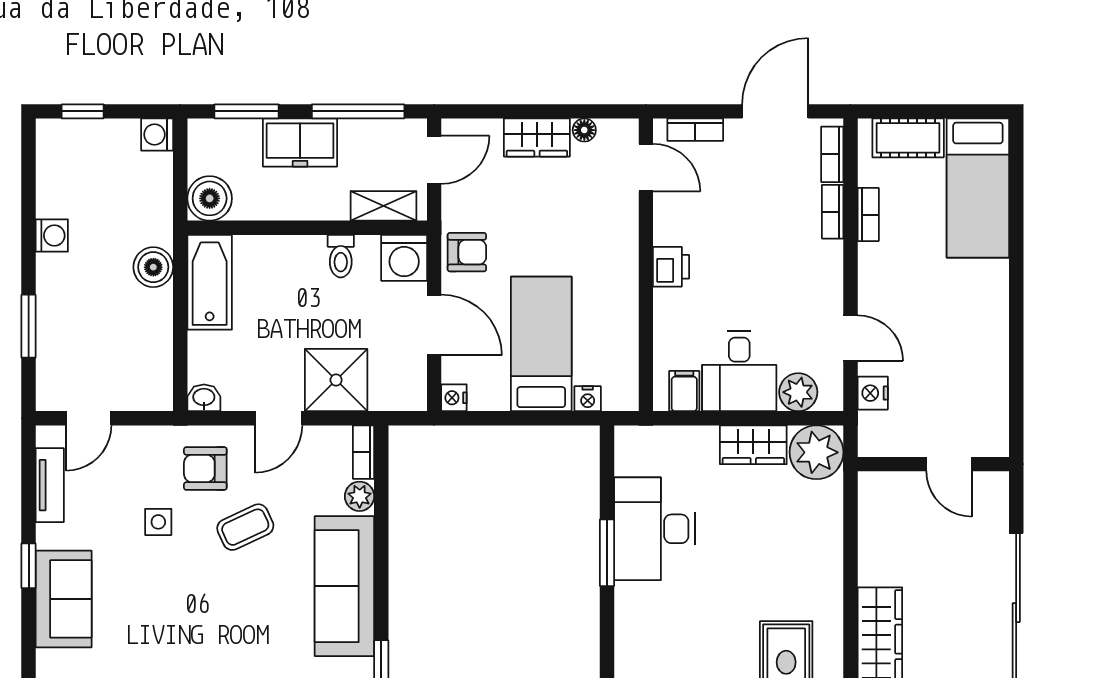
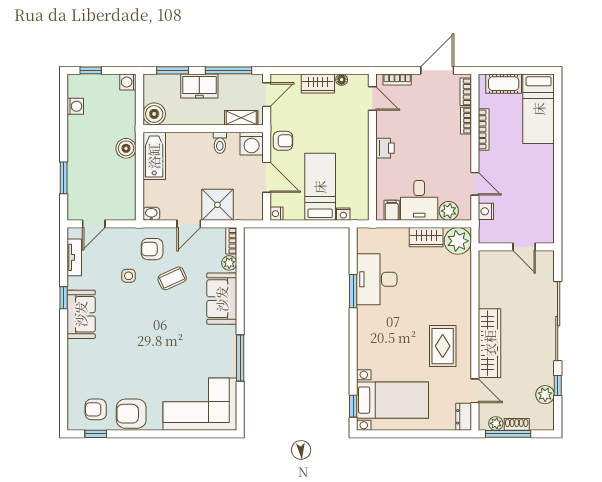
bookcase: (868, 215) -> (484, 129), width x1.56
washing machine: (52, 235) -> (75, 106), moved
sofa: (344, 586) -> (222, 299), width x0.73

